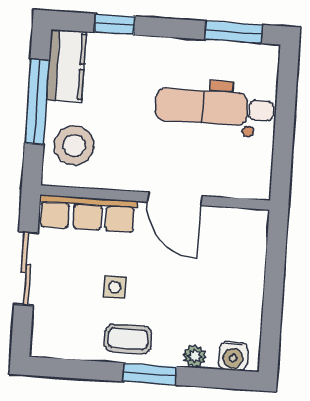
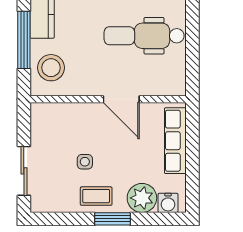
row of seats: (88, 214) -> (175, 141), moved, turned 90
sliding door: (26, 268) -> (24, 171), moved
plant: (195, 356) -> (142, 198), width x1.88, depth x1.88

